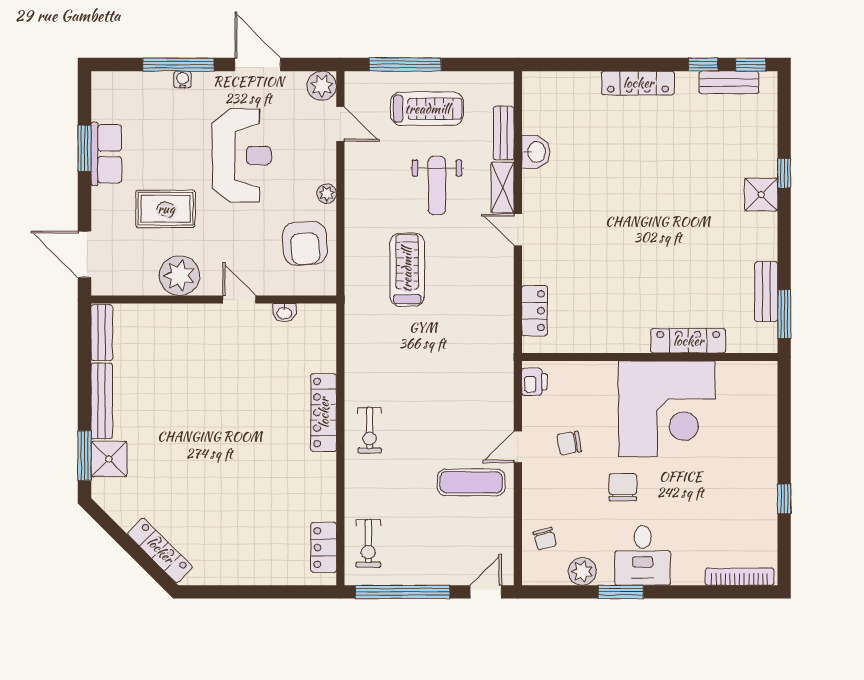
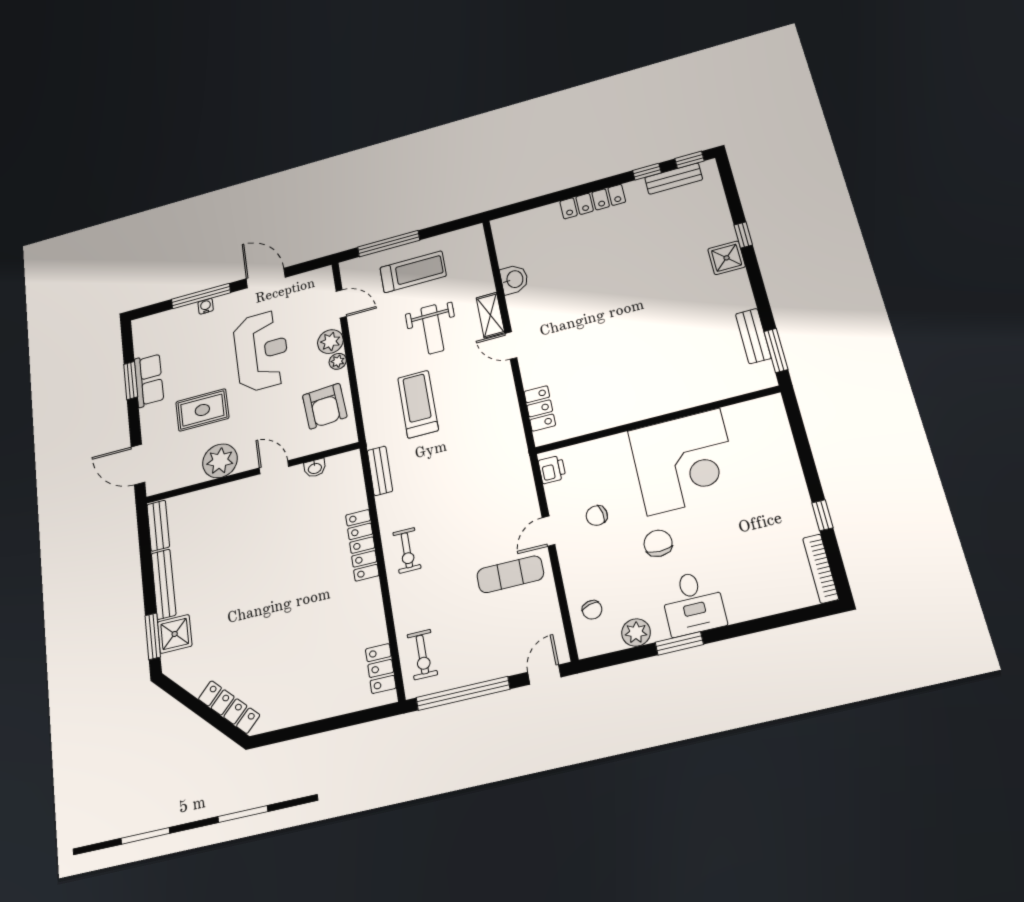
plant: (322, 86) -> (330, 342), moved
bench: (504, 133) -> (380, 471), moved
locker: (688, 341) -> (690, 397), removed
bookcase: (740, 577) -> (821, 569), moved, turned -90

